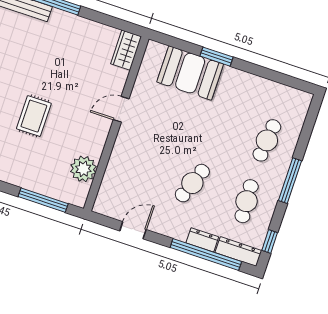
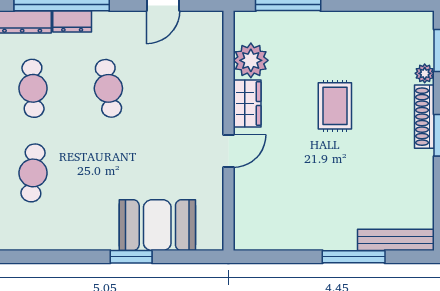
wardrobe: (126, 50) -> (247, 104), moved
cafe table: (192, 183) -> (108, 88), turned -30

